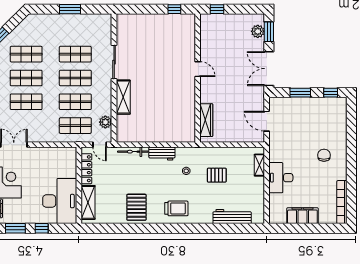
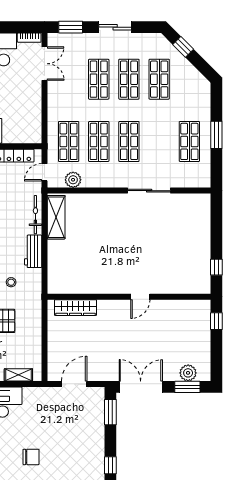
shop shelf: (75, 54) -> (189, 141), moved
window: (300, 93) -> (110, 412), moved
shelving: (123, 97) -> (56, 217), moved, turned 90

